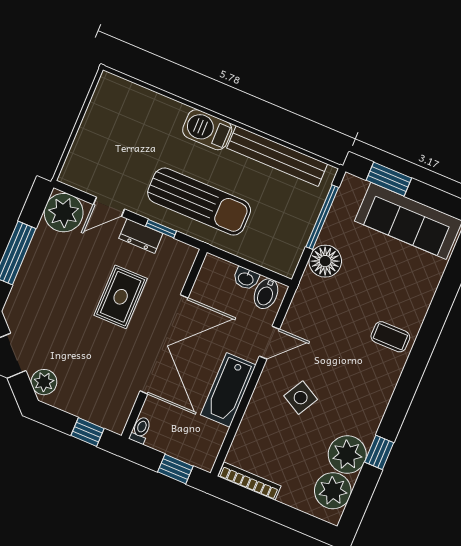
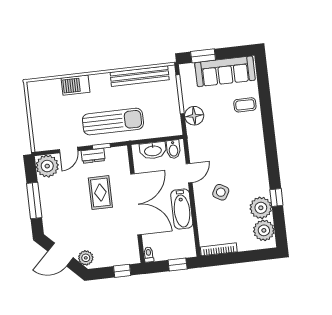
barbecue: (207, 130) -> (76, 85), moved
washbasin: (246, 278) -> (153, 150), width x1.91, depth x1.45
coffee table: (390, 337) -> (245, 105), moved

